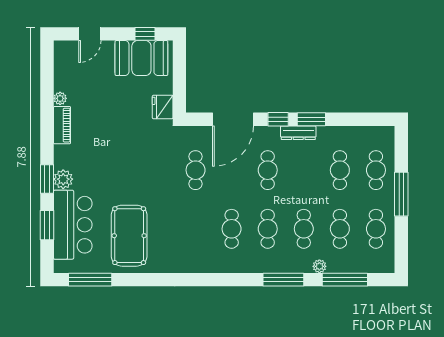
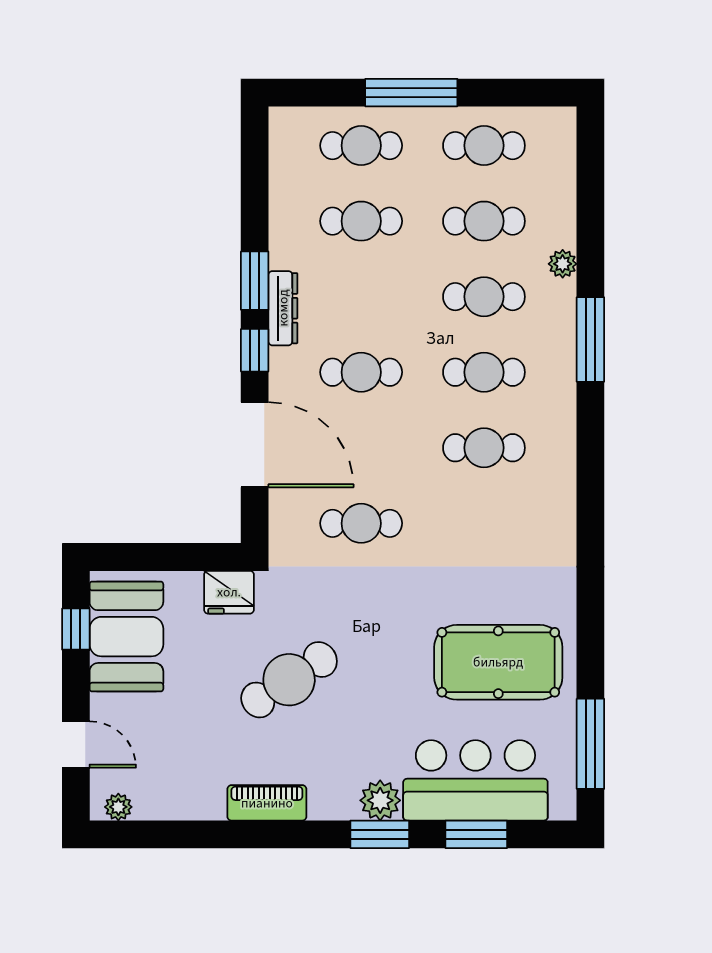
plant: (60, 98) -> (118, 807), moved
cafe table: (121, 136) -> (289, 680), added
window: (345, 280) -> (590, 211), removed

